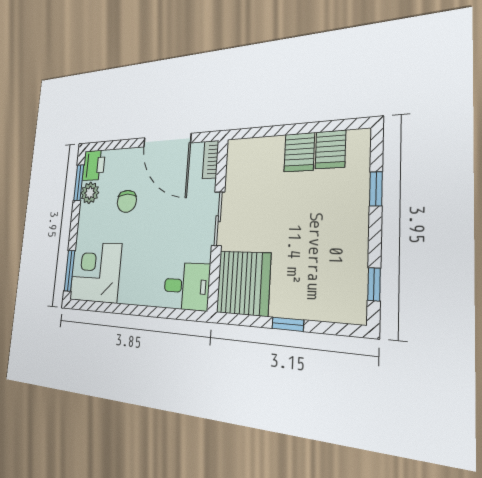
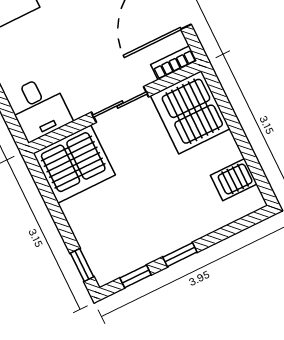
server rack: (299, 152) -> (190, 112), moved, width x2.18, depth x1.44
window: (376, 189) -> (180, 255), moved
window: (288, 324) -> (82, 265), moved

